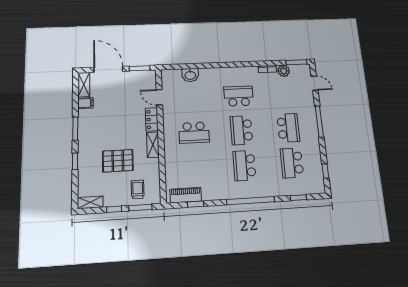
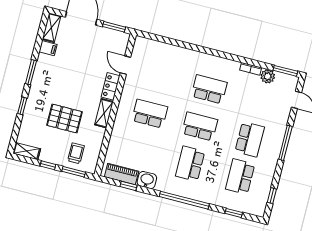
washbasin: (190, 75) -> (147, 180), moved, turned 180
school desk: (241, 130) -> (200, 126), turned 90
school desk: (194, 133) -> (150, 114), turned 180

